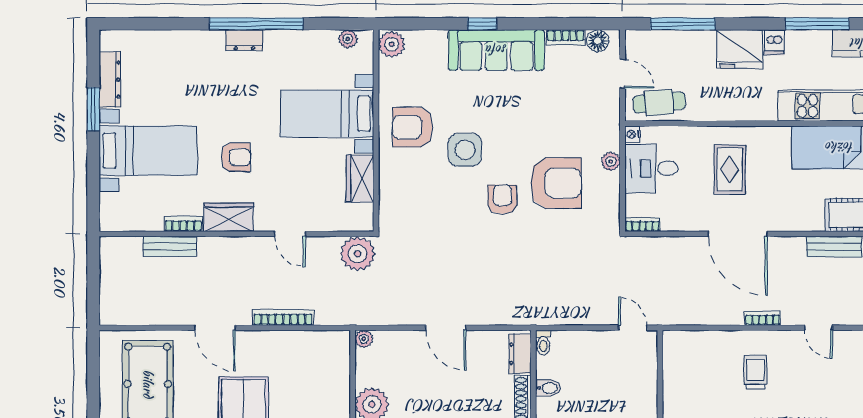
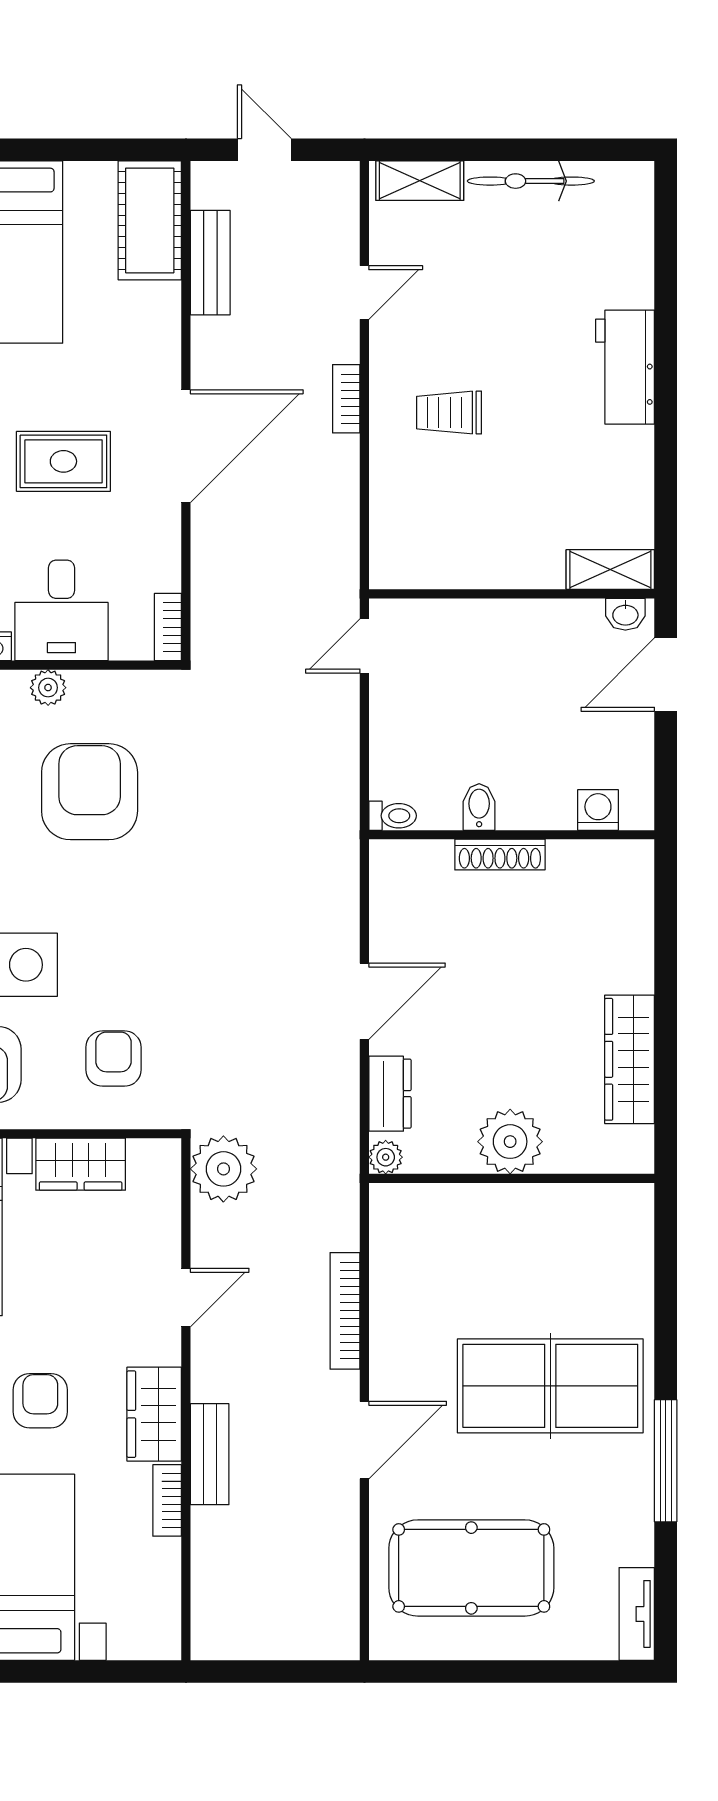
armchair: (502, 199) -> (113, 1059), moved, turned 90
bench: (170, 246) -> (210, 1454), moved
dresser: (520, 354) -> (390, 1094), moved, turned -90

